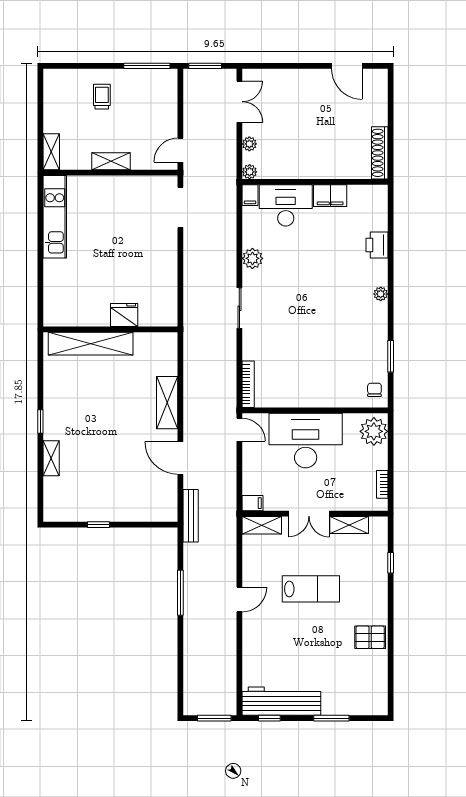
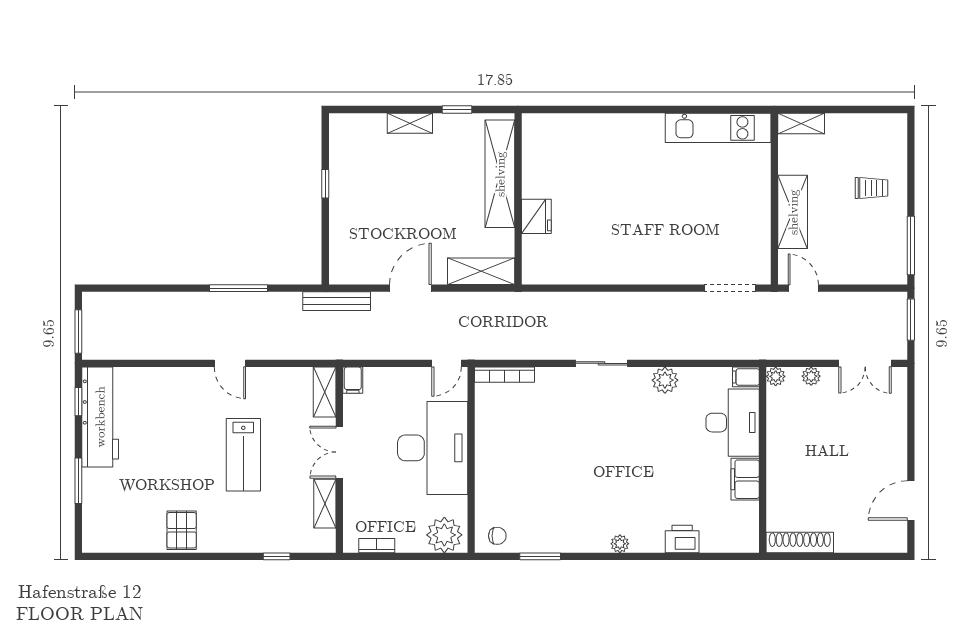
shelving: (111, 161) -> (793, 212), width x1.50, depth x1.33
fridge: (124, 315) -> (536, 216), moved
wall: (110, 329) -> (518, 199), moved
shelving: (91, 344) -> (500, 174), moved

